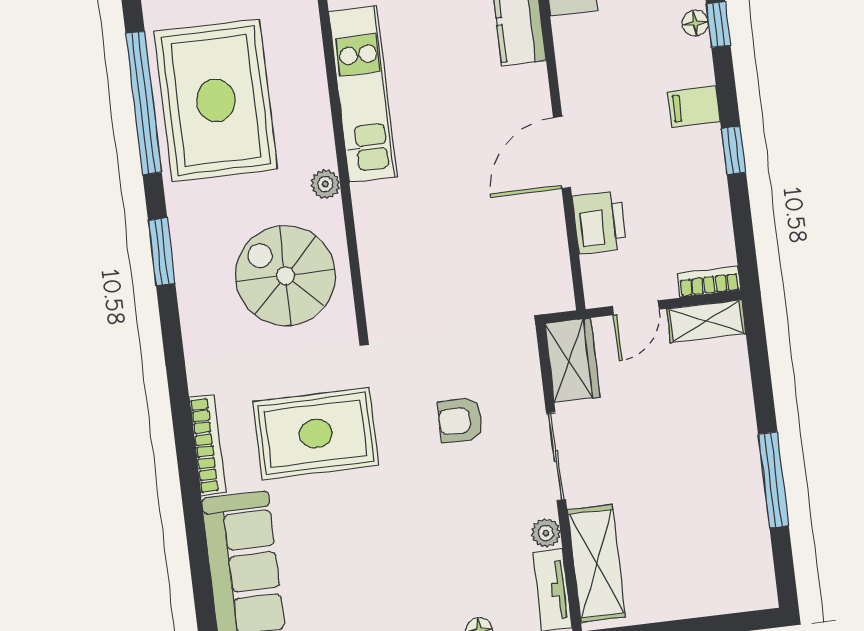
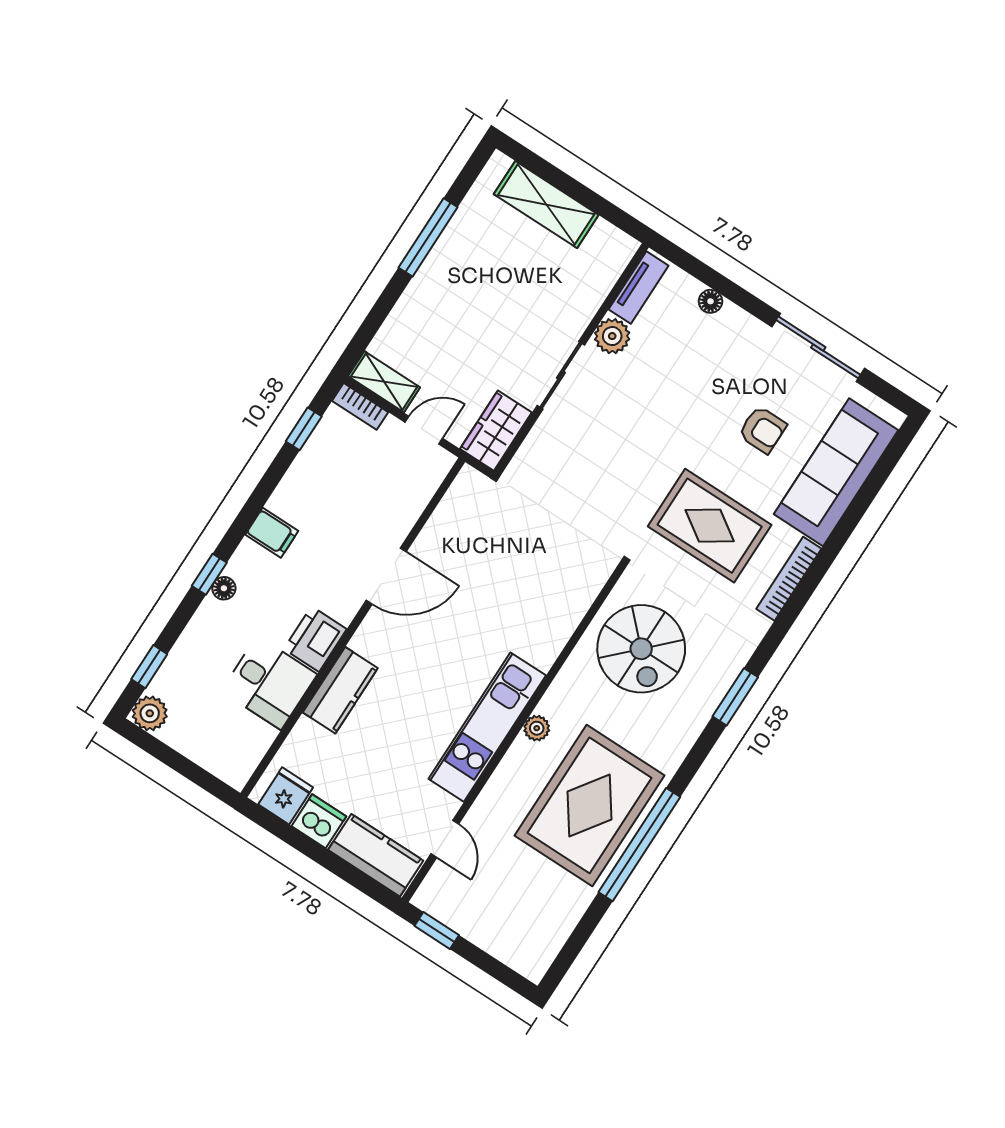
window: (734, 151) -> (304, 429), moved
plant: (325, 184) -> (537, 728), moved
printer: (599, 222) -> (315, 639), moved
window: (162, 252) -> (735, 697), moved
armchair: (460, 420) -> (762, 430), moved
plant: (546, 533) -> (612, 336), width x1.38, depth x1.38
shelving: (597, 564) -> (546, 204), moved, turned 90

